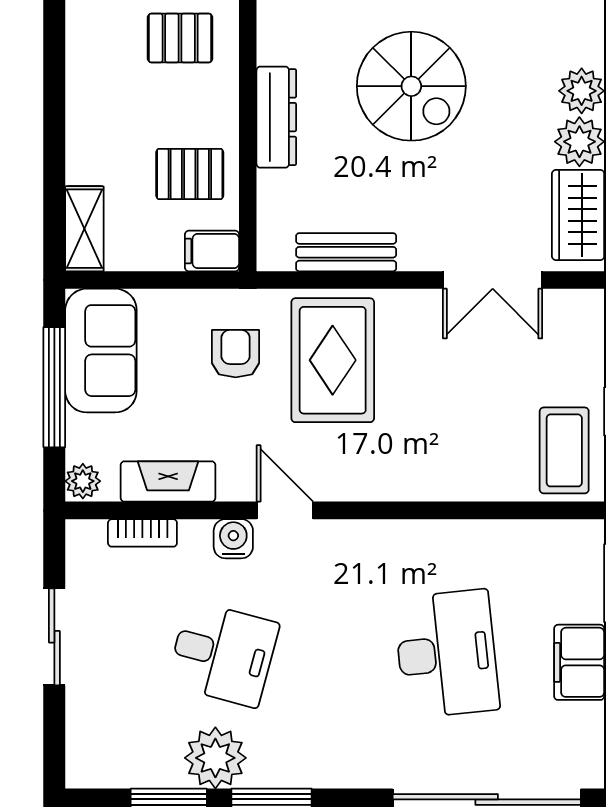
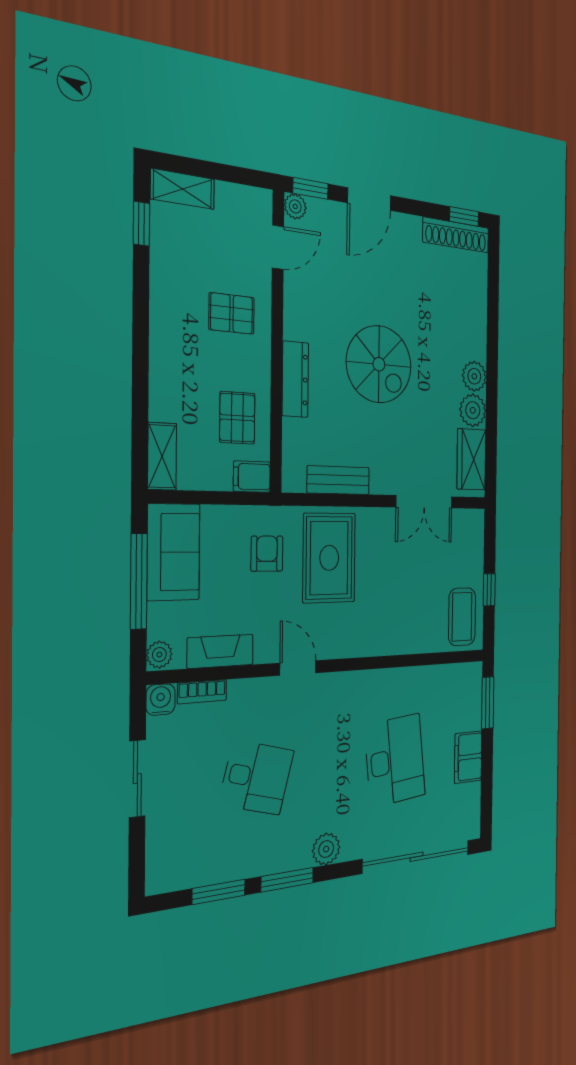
pallet: (190, 174) -> (237, 418), turned 90
water cooler: (233, 539) -> (161, 700), moved
plant: (215, 758) -> (326, 849), moved, width x0.73, depth x0.73

